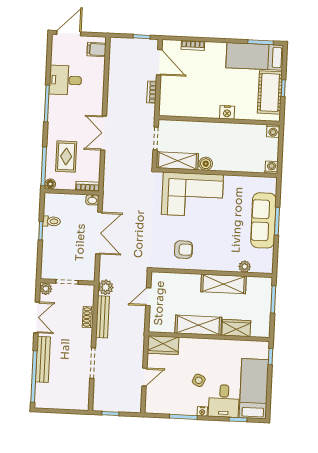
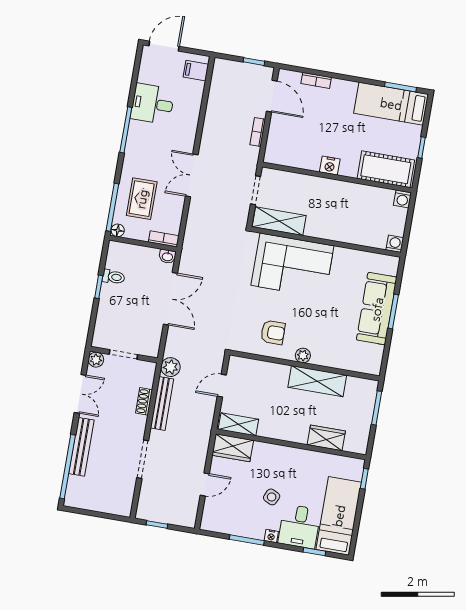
cot: (270, 92) -> (386, 169), moved, turned 90
nightstand: (227, 112) -> (330, 166), moved
boiler: (206, 164) -> (314, 229), removed
plant: (245, 267) -> (303, 355), moved
shelving: (198, 325) -> (238, 424), moved, width x0.67, depth x0.75

